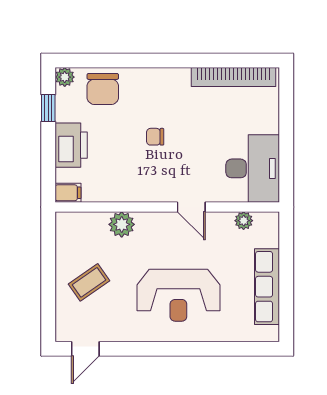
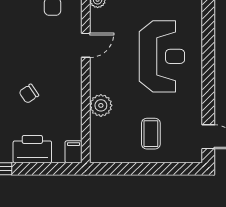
chair: (155, 137) -> (29, 94), moved, turned 56
coffee table: (89, 282) -> (151, 134), turned 35

